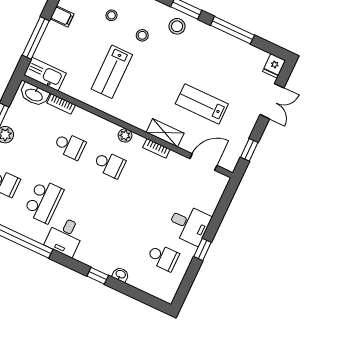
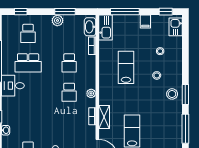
lab bench: (112, 72) -> (126, 67), turned 90

